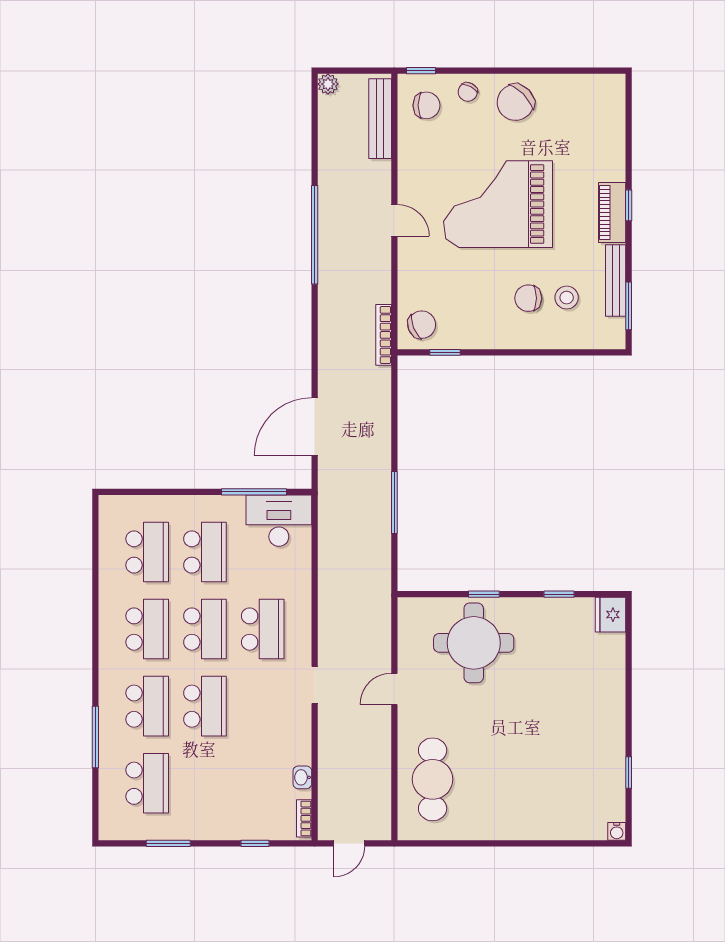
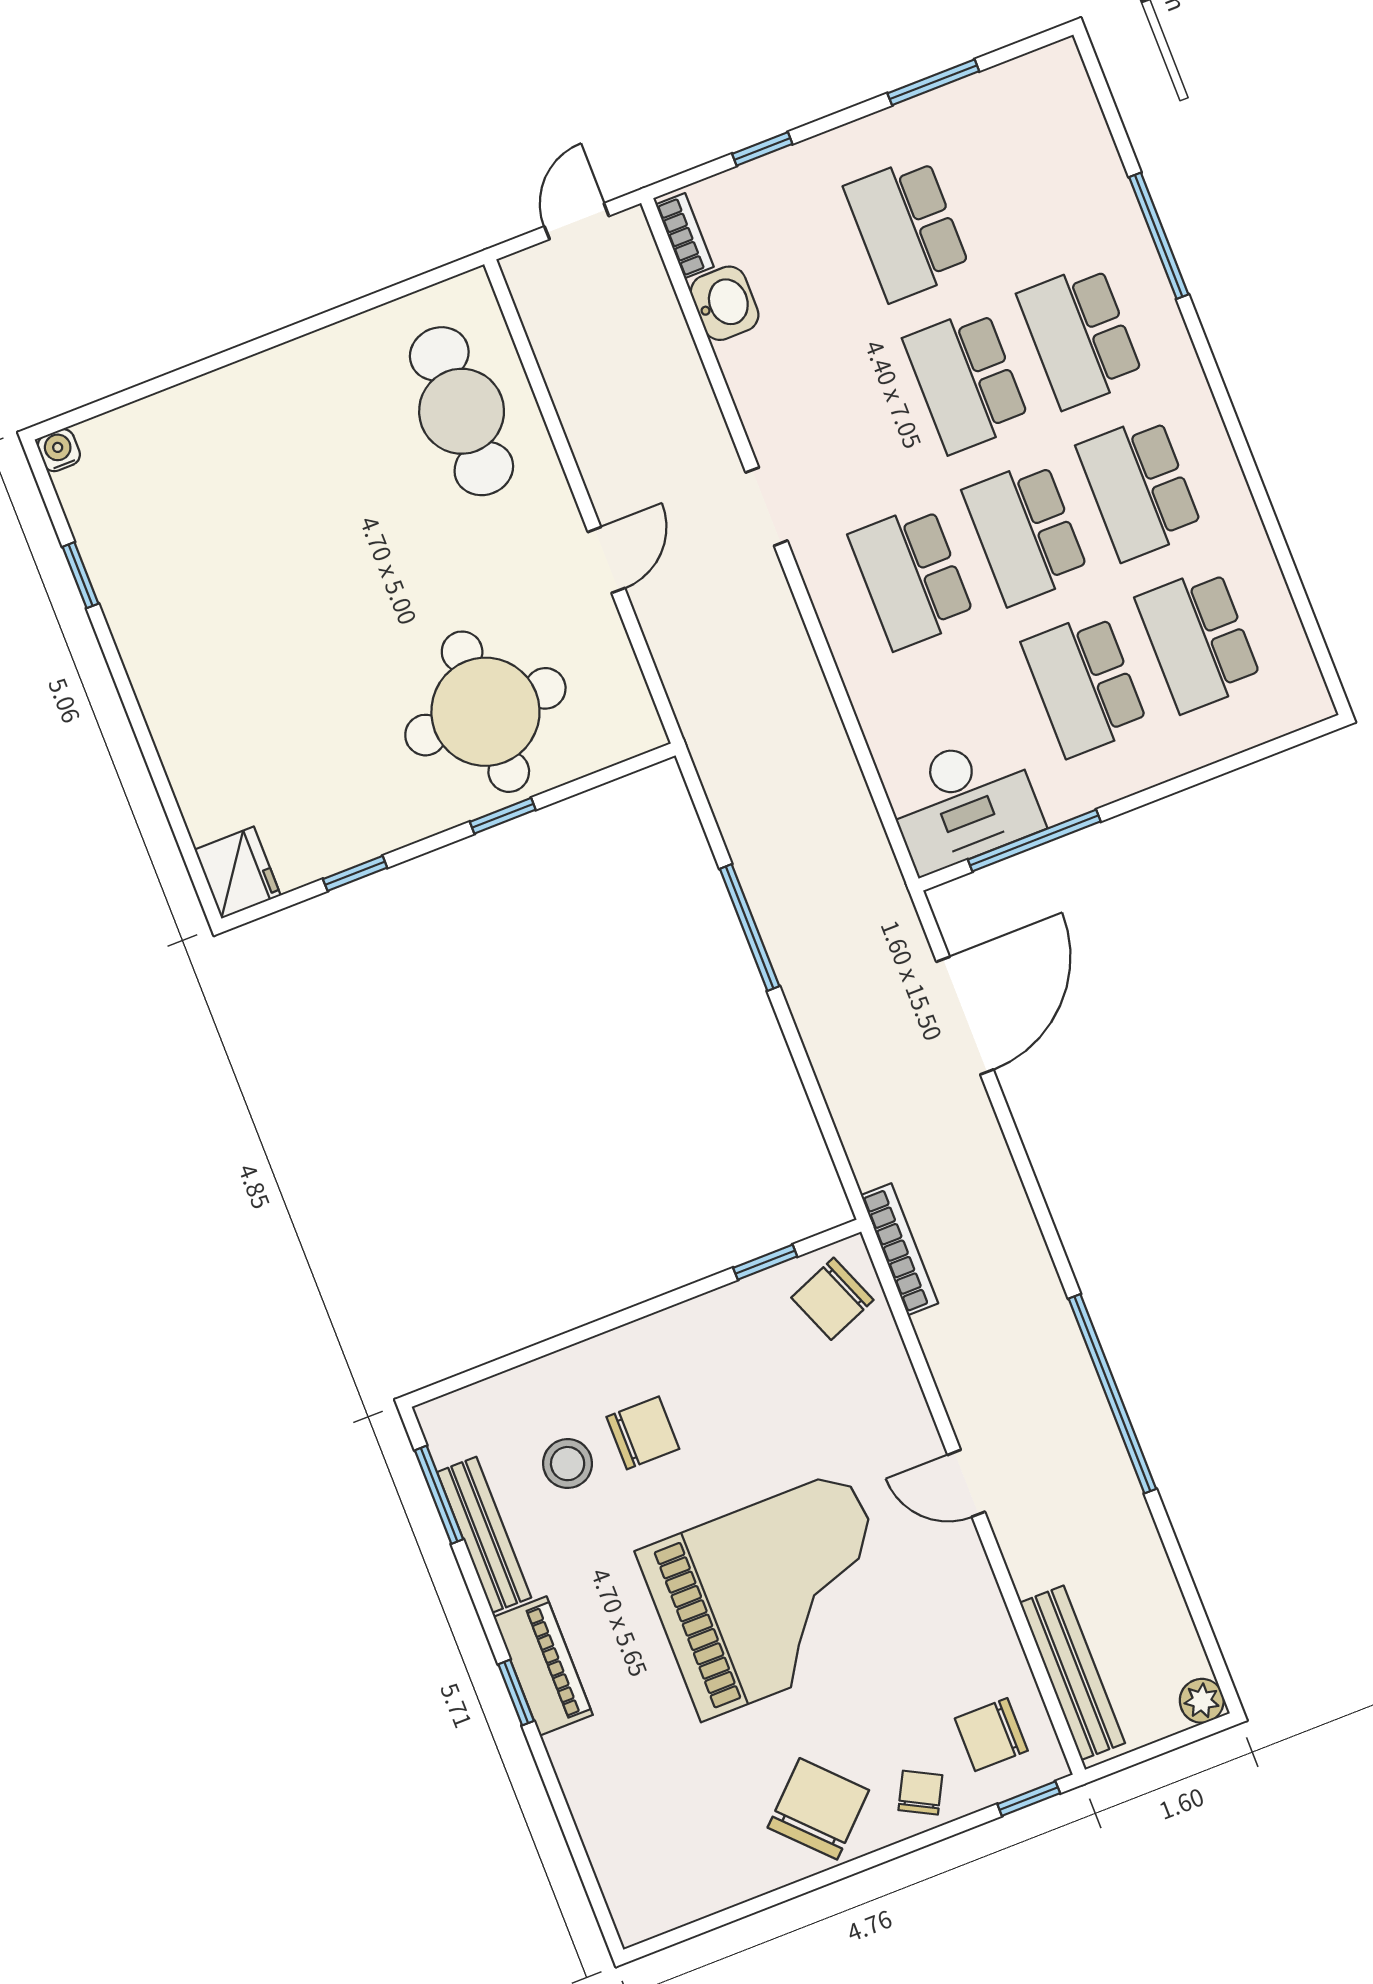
washbasin: (302, 777) -> (725, 303), width x1.38, depth x1.45
school desk: (147, 783) -> (907, 229), moved

